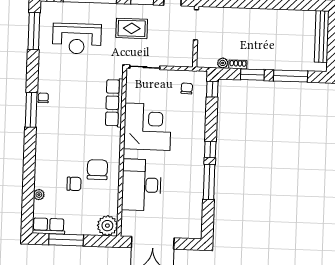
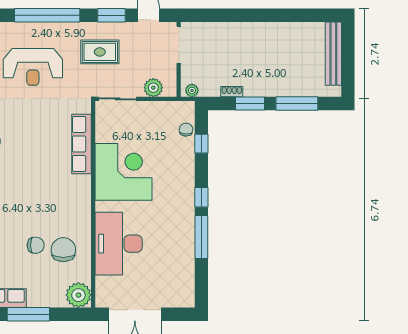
plant: (174, 59) -> (153, 88), added
plant: (223, 63) -> (192, 90), moved
chair: (187, 88) -> (186, 130), moved
window: (212, 89) -> (201, 144), moved
chair: (97, 170) -> (63, 250), moved

